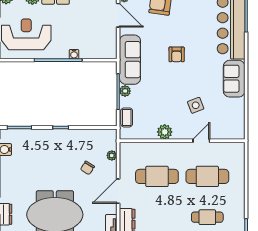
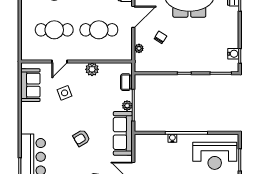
armchair: (177, 54) -> (81, 138), turned -121
sofa: (234, 79) -> (30, 85), moved

